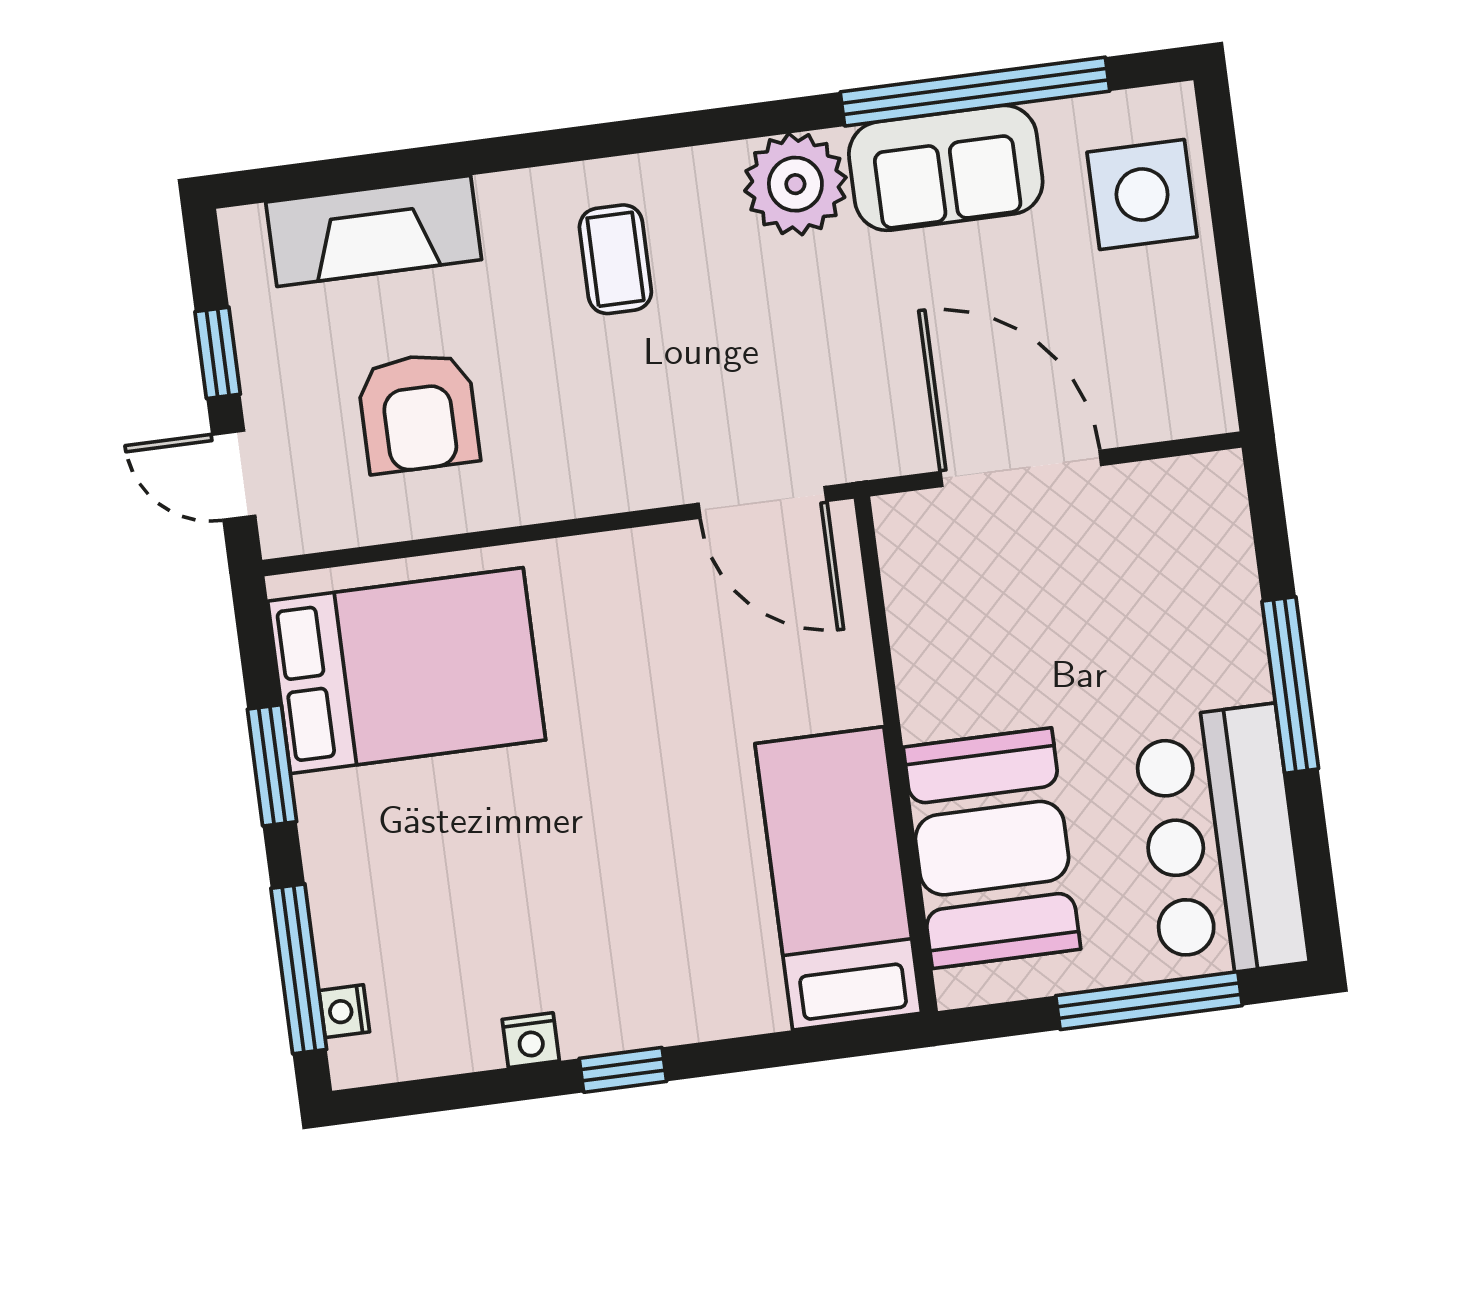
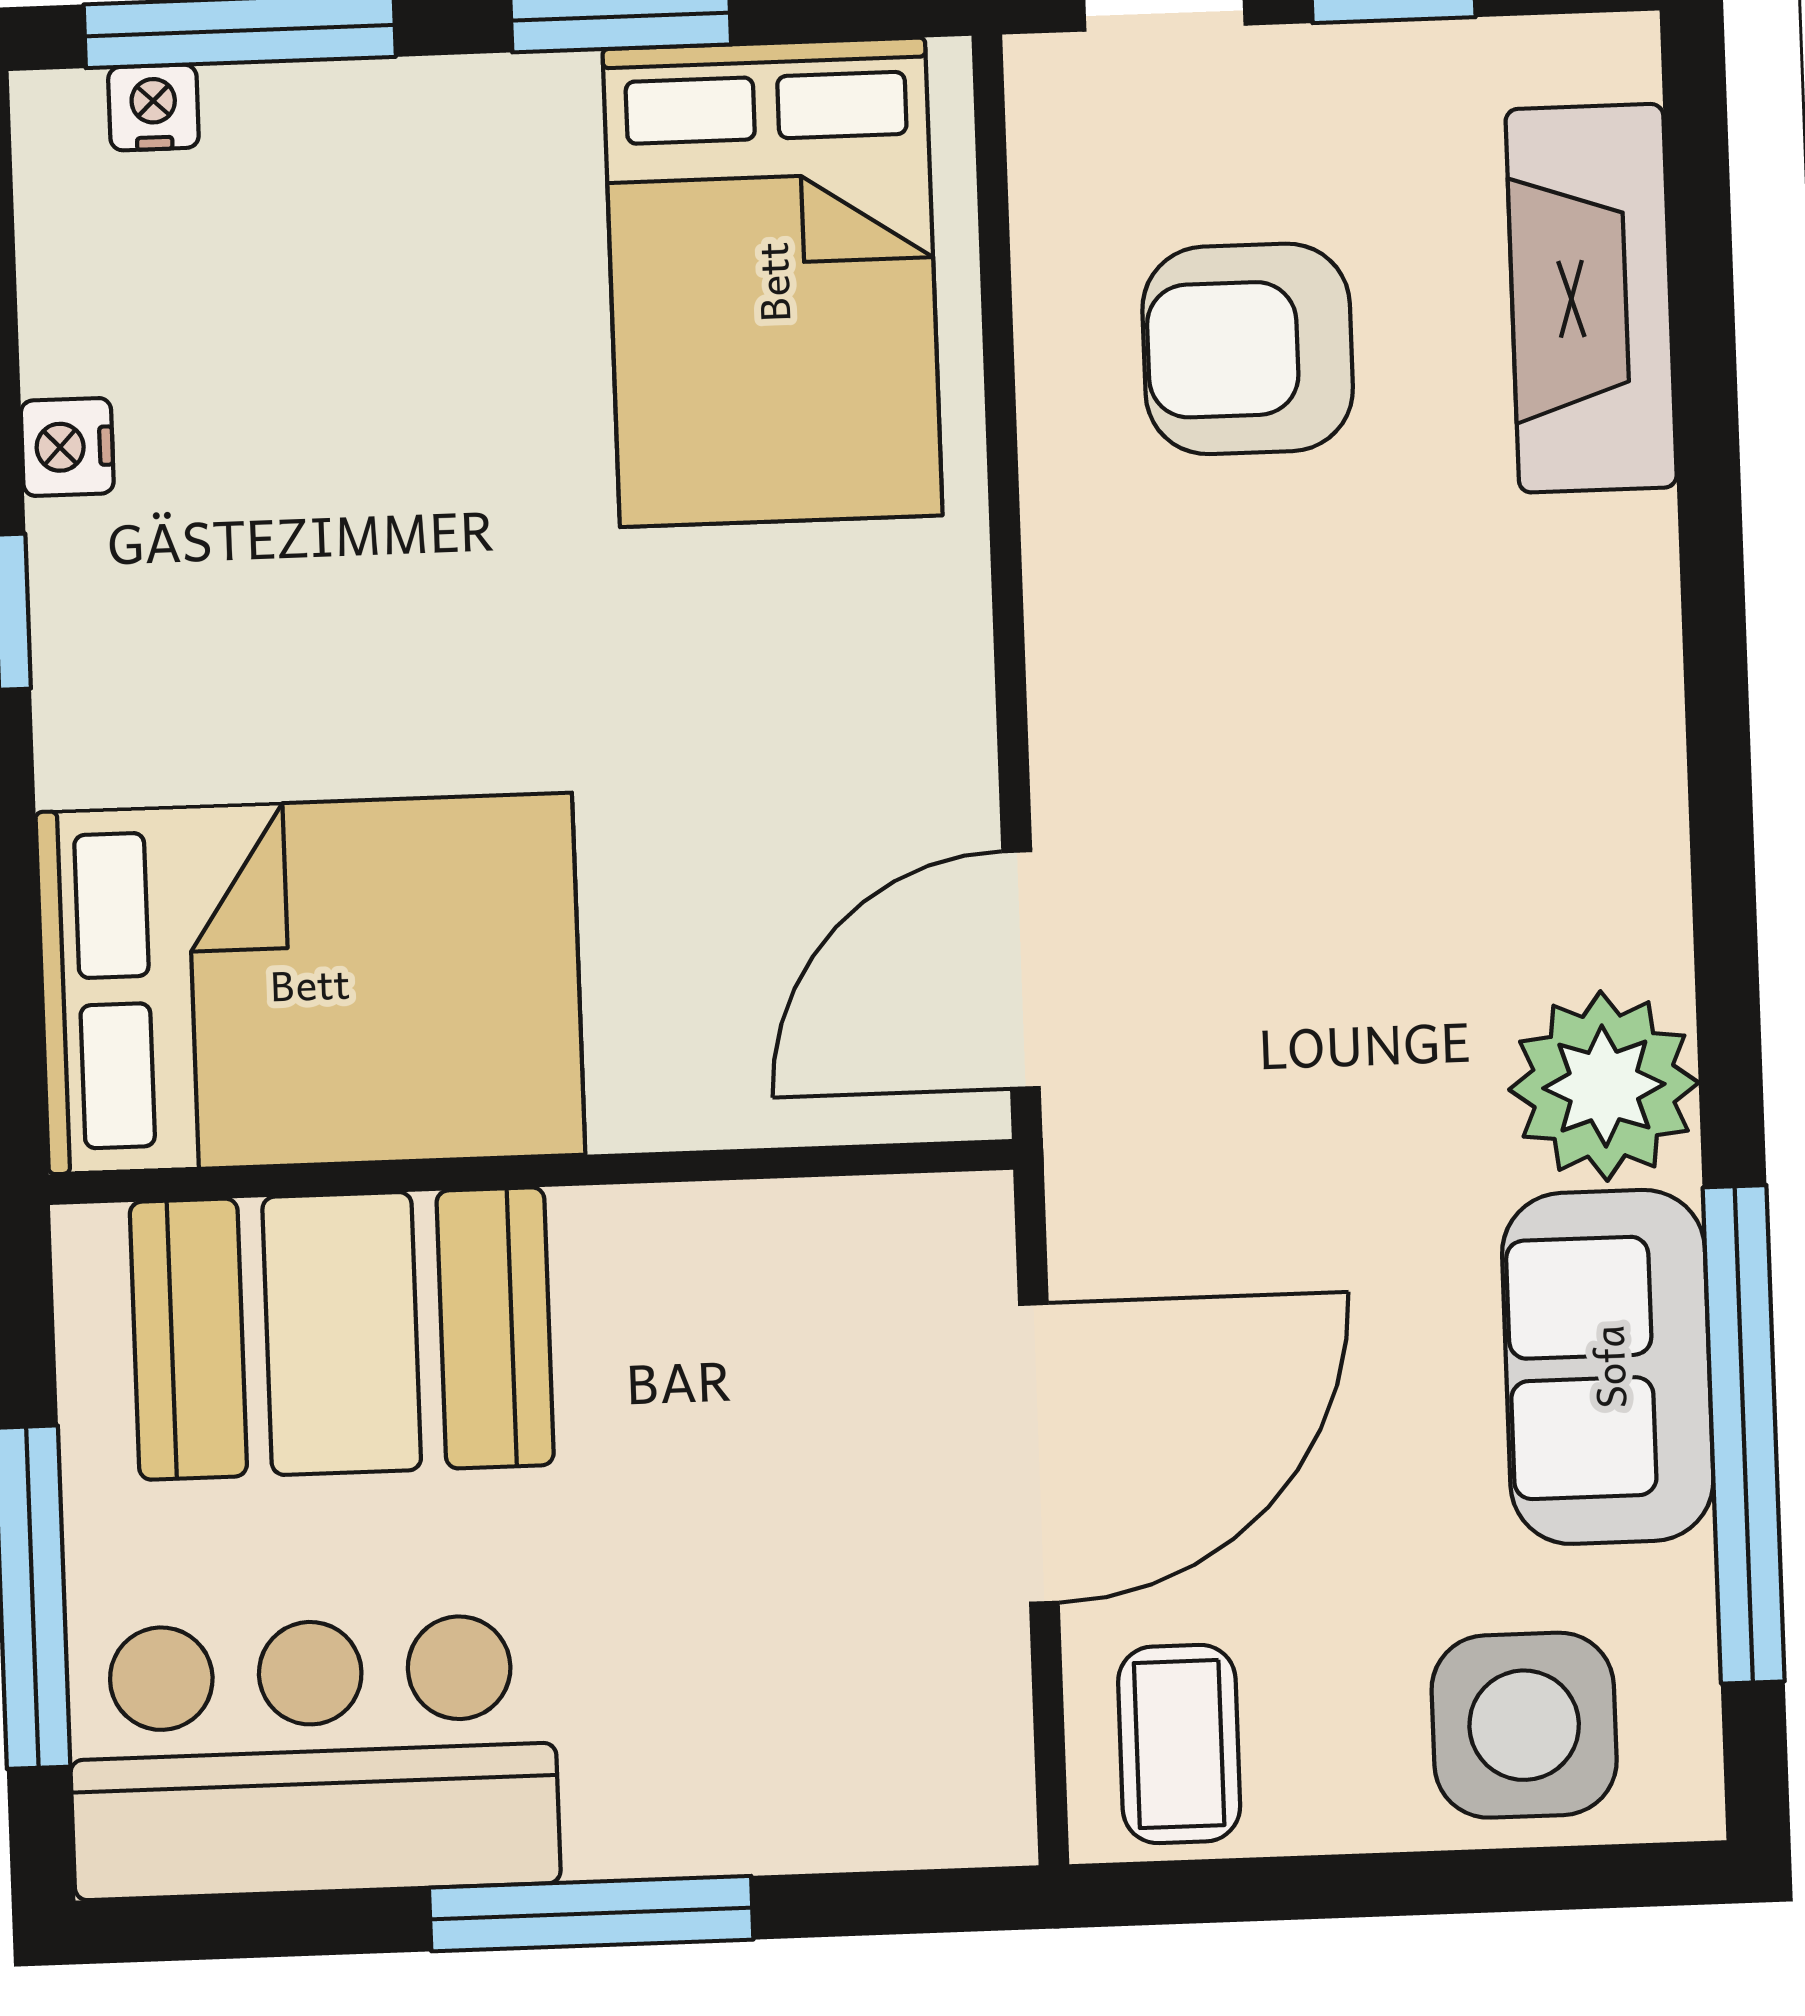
coffee table: (615, 259) -> (1179, 1744), moved, turned 90
bed: (838, 878) -> (310, 983), width x1.50

